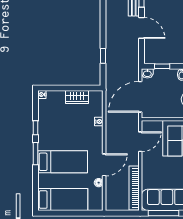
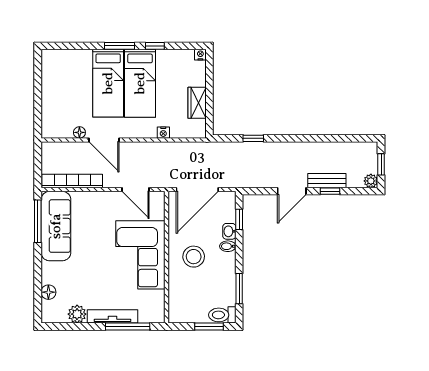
washbasin: (147, 73) -> (229, 231), moved
door: (140, 97) -> (197, 189), swing flipped
bed: (63, 200) -> (140, 83), moved

